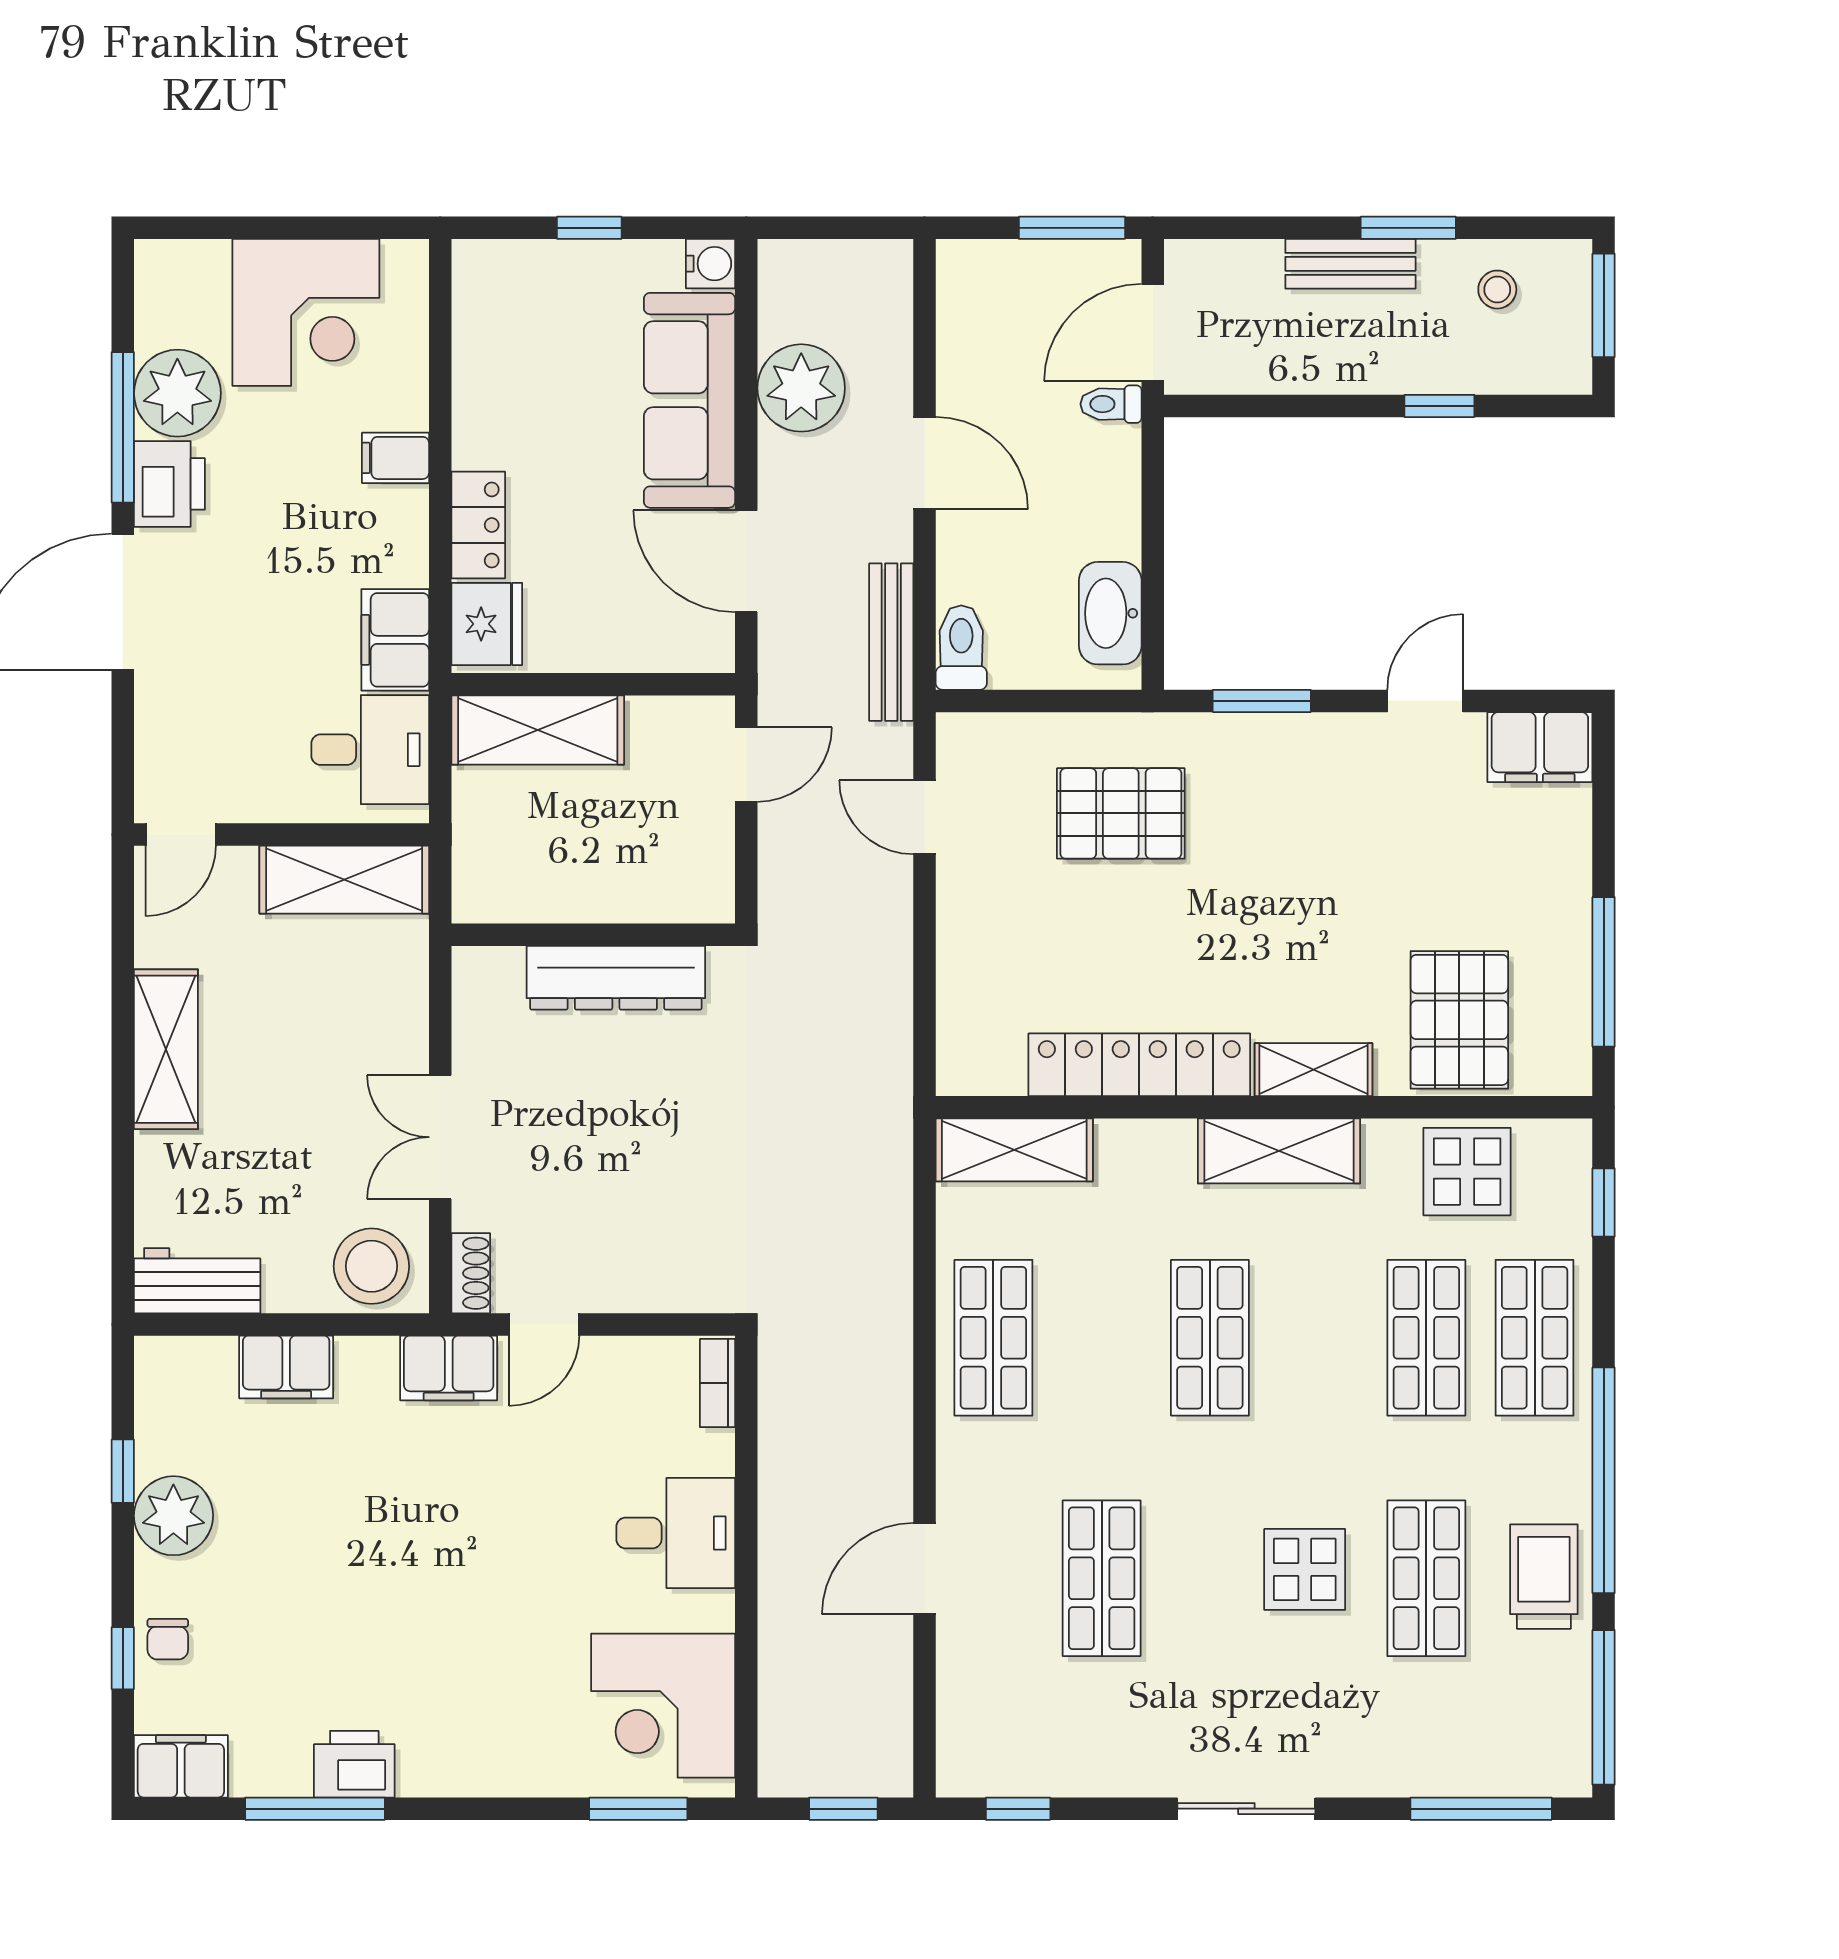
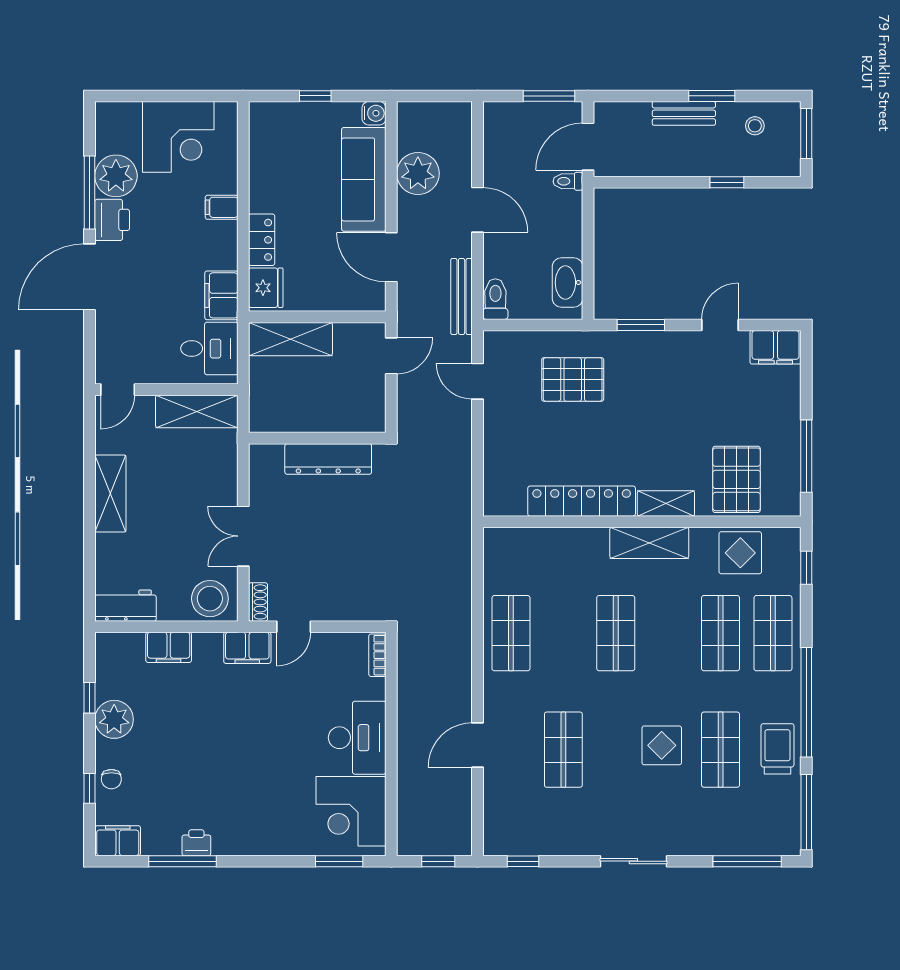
shelving: (1014, 1150) -> (521, 542), removed
desk: (676, 1533) -> (357, 738), width x1.37
printer: (354, 1764) -> (196, 843), width x0.73, depth x0.81

